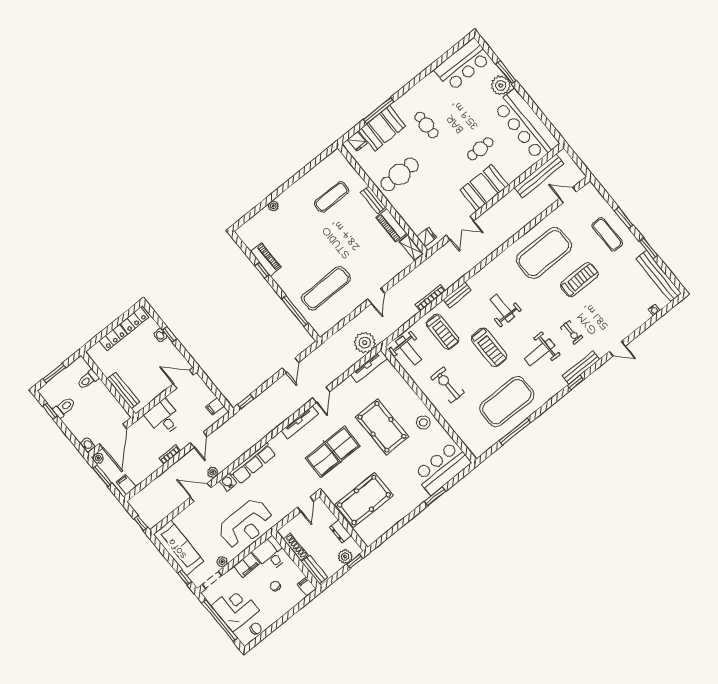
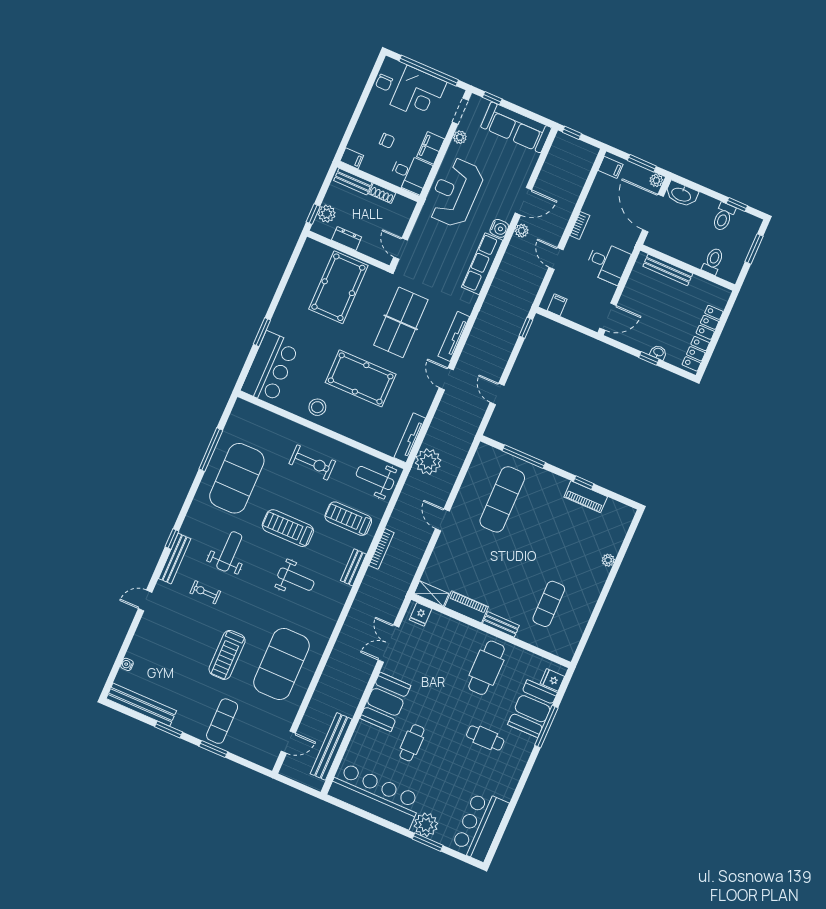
exercise mat: (607, 234) -> (222, 721), turned 90
washbasin: (88, 445) -> (681, 194), width x1.91, depth x1.45
shoe rack: (295, 547) -> (382, 193), width x0.70

